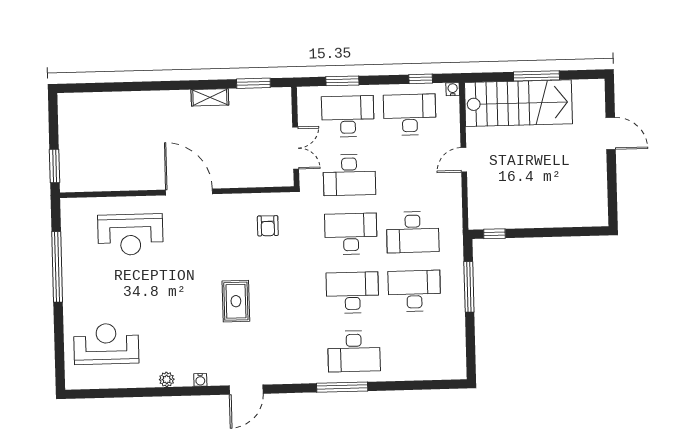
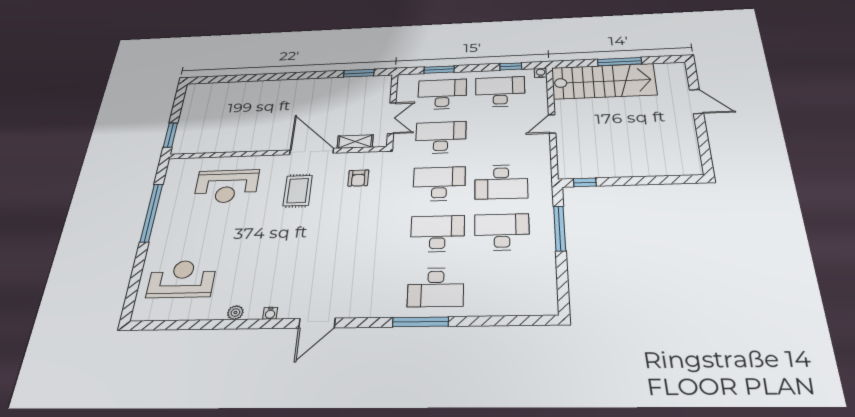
shelving: (210, 97) -> (355, 142), moved
desk: (349, 175) -> (441, 137), turned 180
door: (189, 192) -> (312, 152), moved
rug: (236, 301) -> (298, 191), moved

